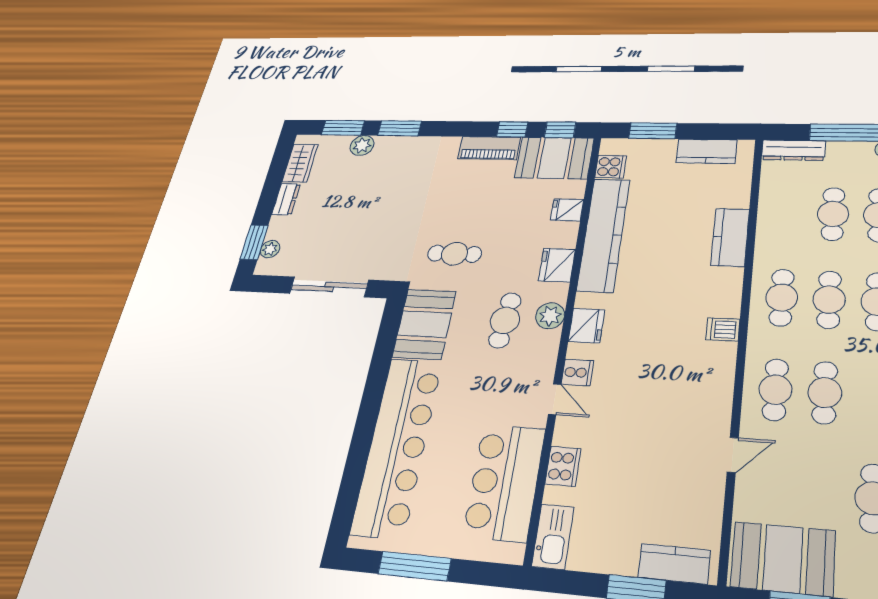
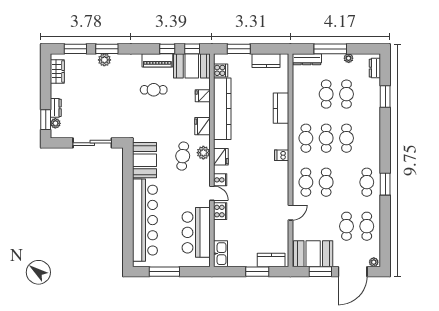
plant: (362, 145) -> (104, 60), moved
dresser: (286, 199) -> (56, 108), moved
cafe table: (455, 254) -> (154, 90), moved
cooker: (563, 466) -> (220, 211), moved

